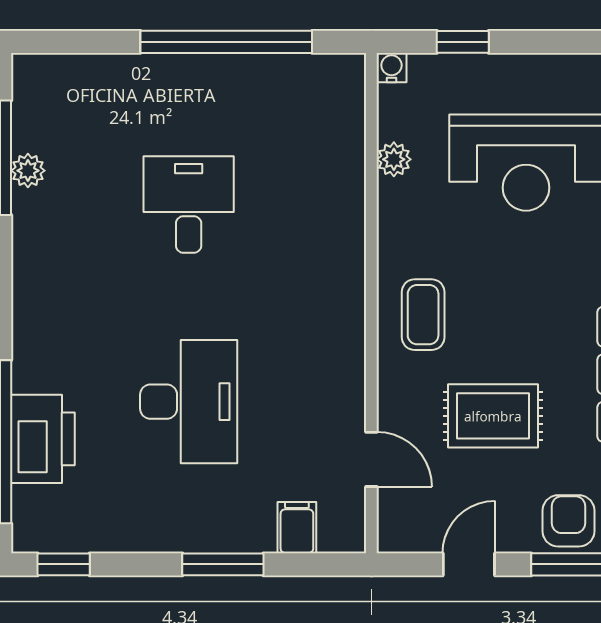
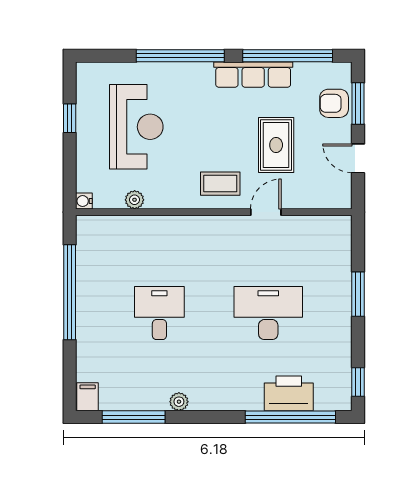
window: (463, 42) -> (70, 118), moved
plant: (28, 171) -> (179, 402), moved
desk: (189, 204) -> (159, 313), turned 90
door: (371, 459) -> (266, 212), moved
filing cabinet: (297, 528) -> (88, 397), moved, turned 90

